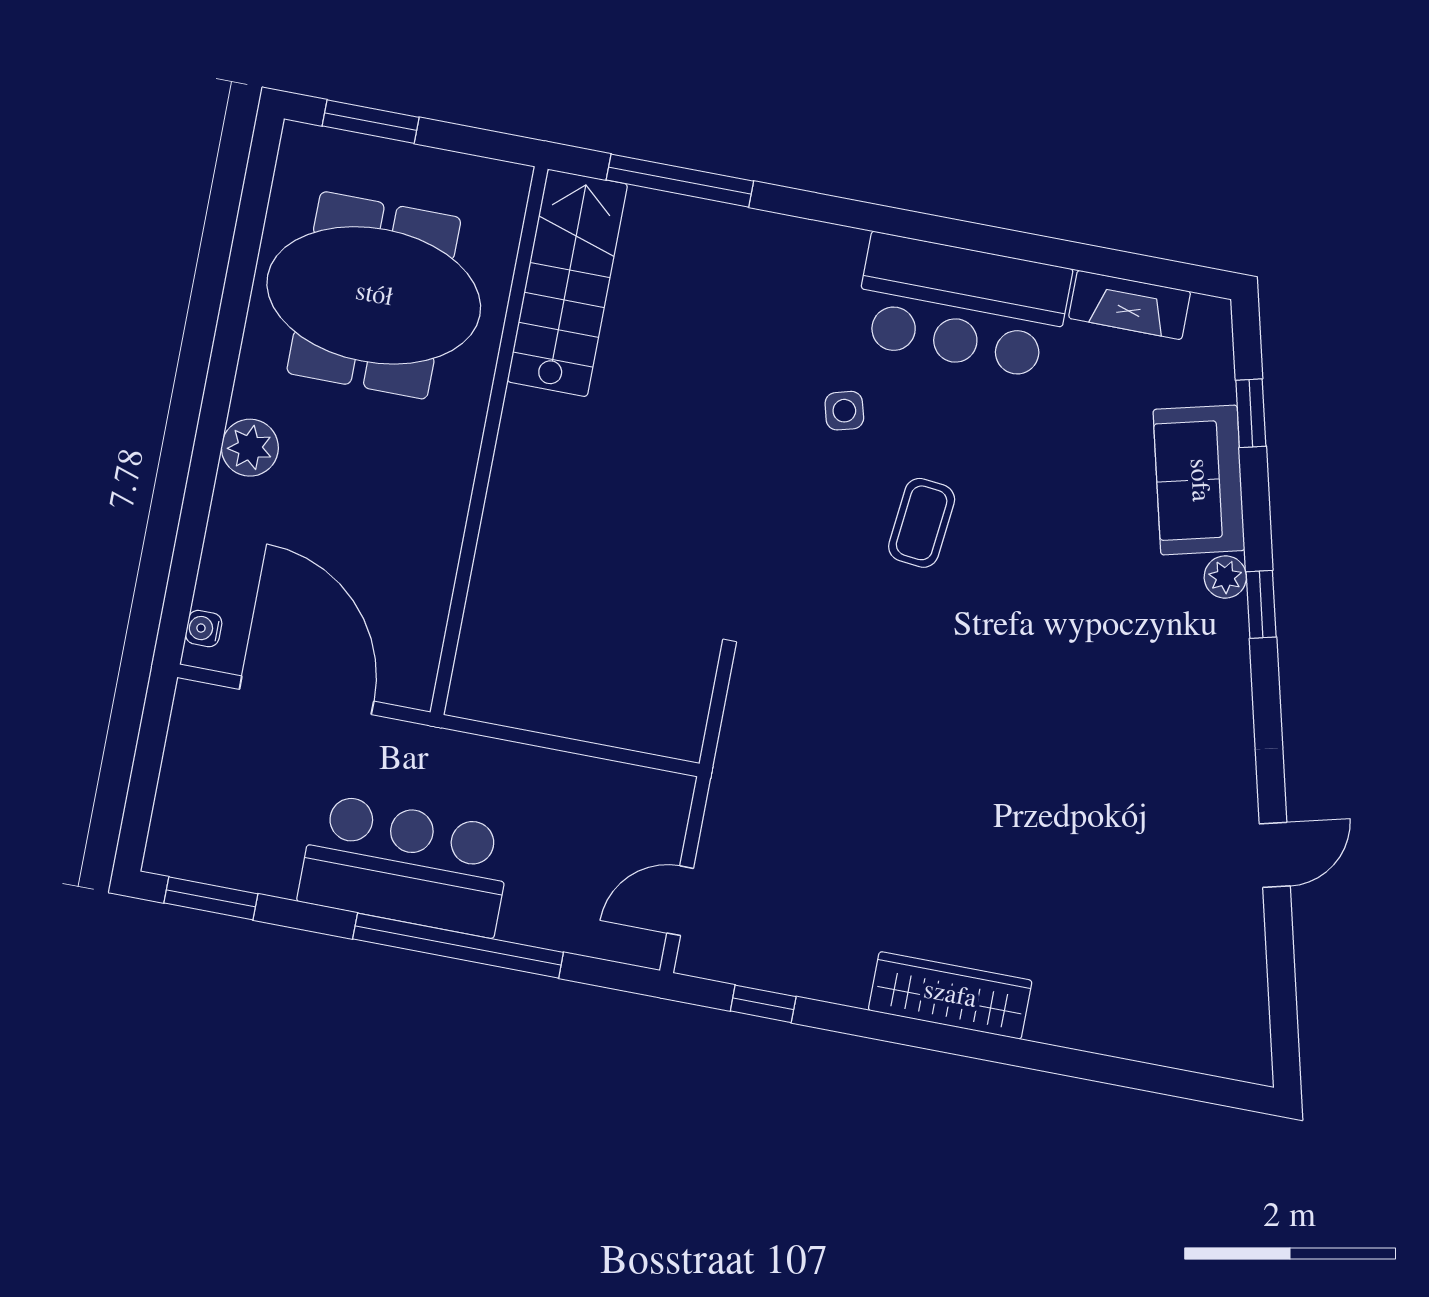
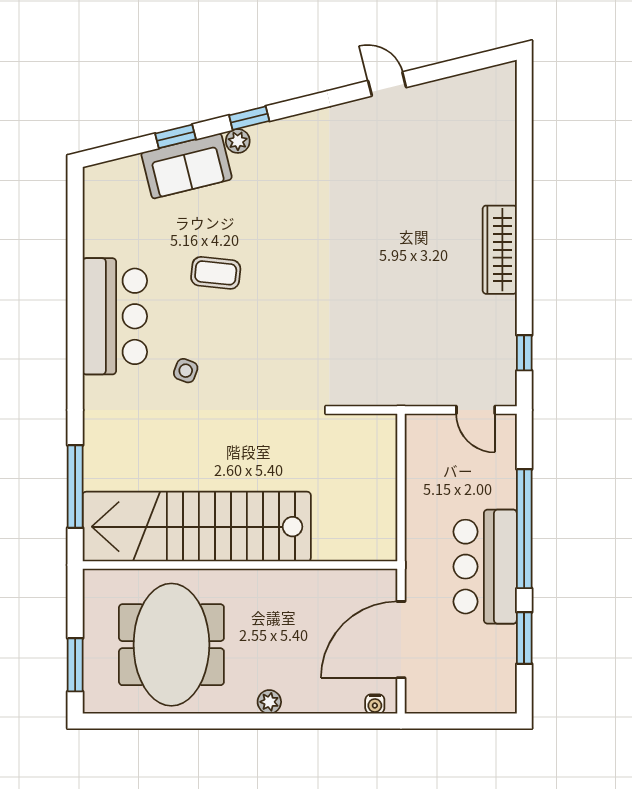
stairs: (567, 283) -> (197, 527), width x1.86, depth x1.51
fireplace: (1130, 305) -> (97, 223), removed
side table: (844, 411) -> (186, 371), turned 35
window: (1251, 413) -> (175, 136), moved
plant: (250, 448) -> (269, 702), width x0.73, depth x0.73
coffee table: (922, 523) -> (216, 273), moved
window: (211, 898) -> (524, 638), moved

